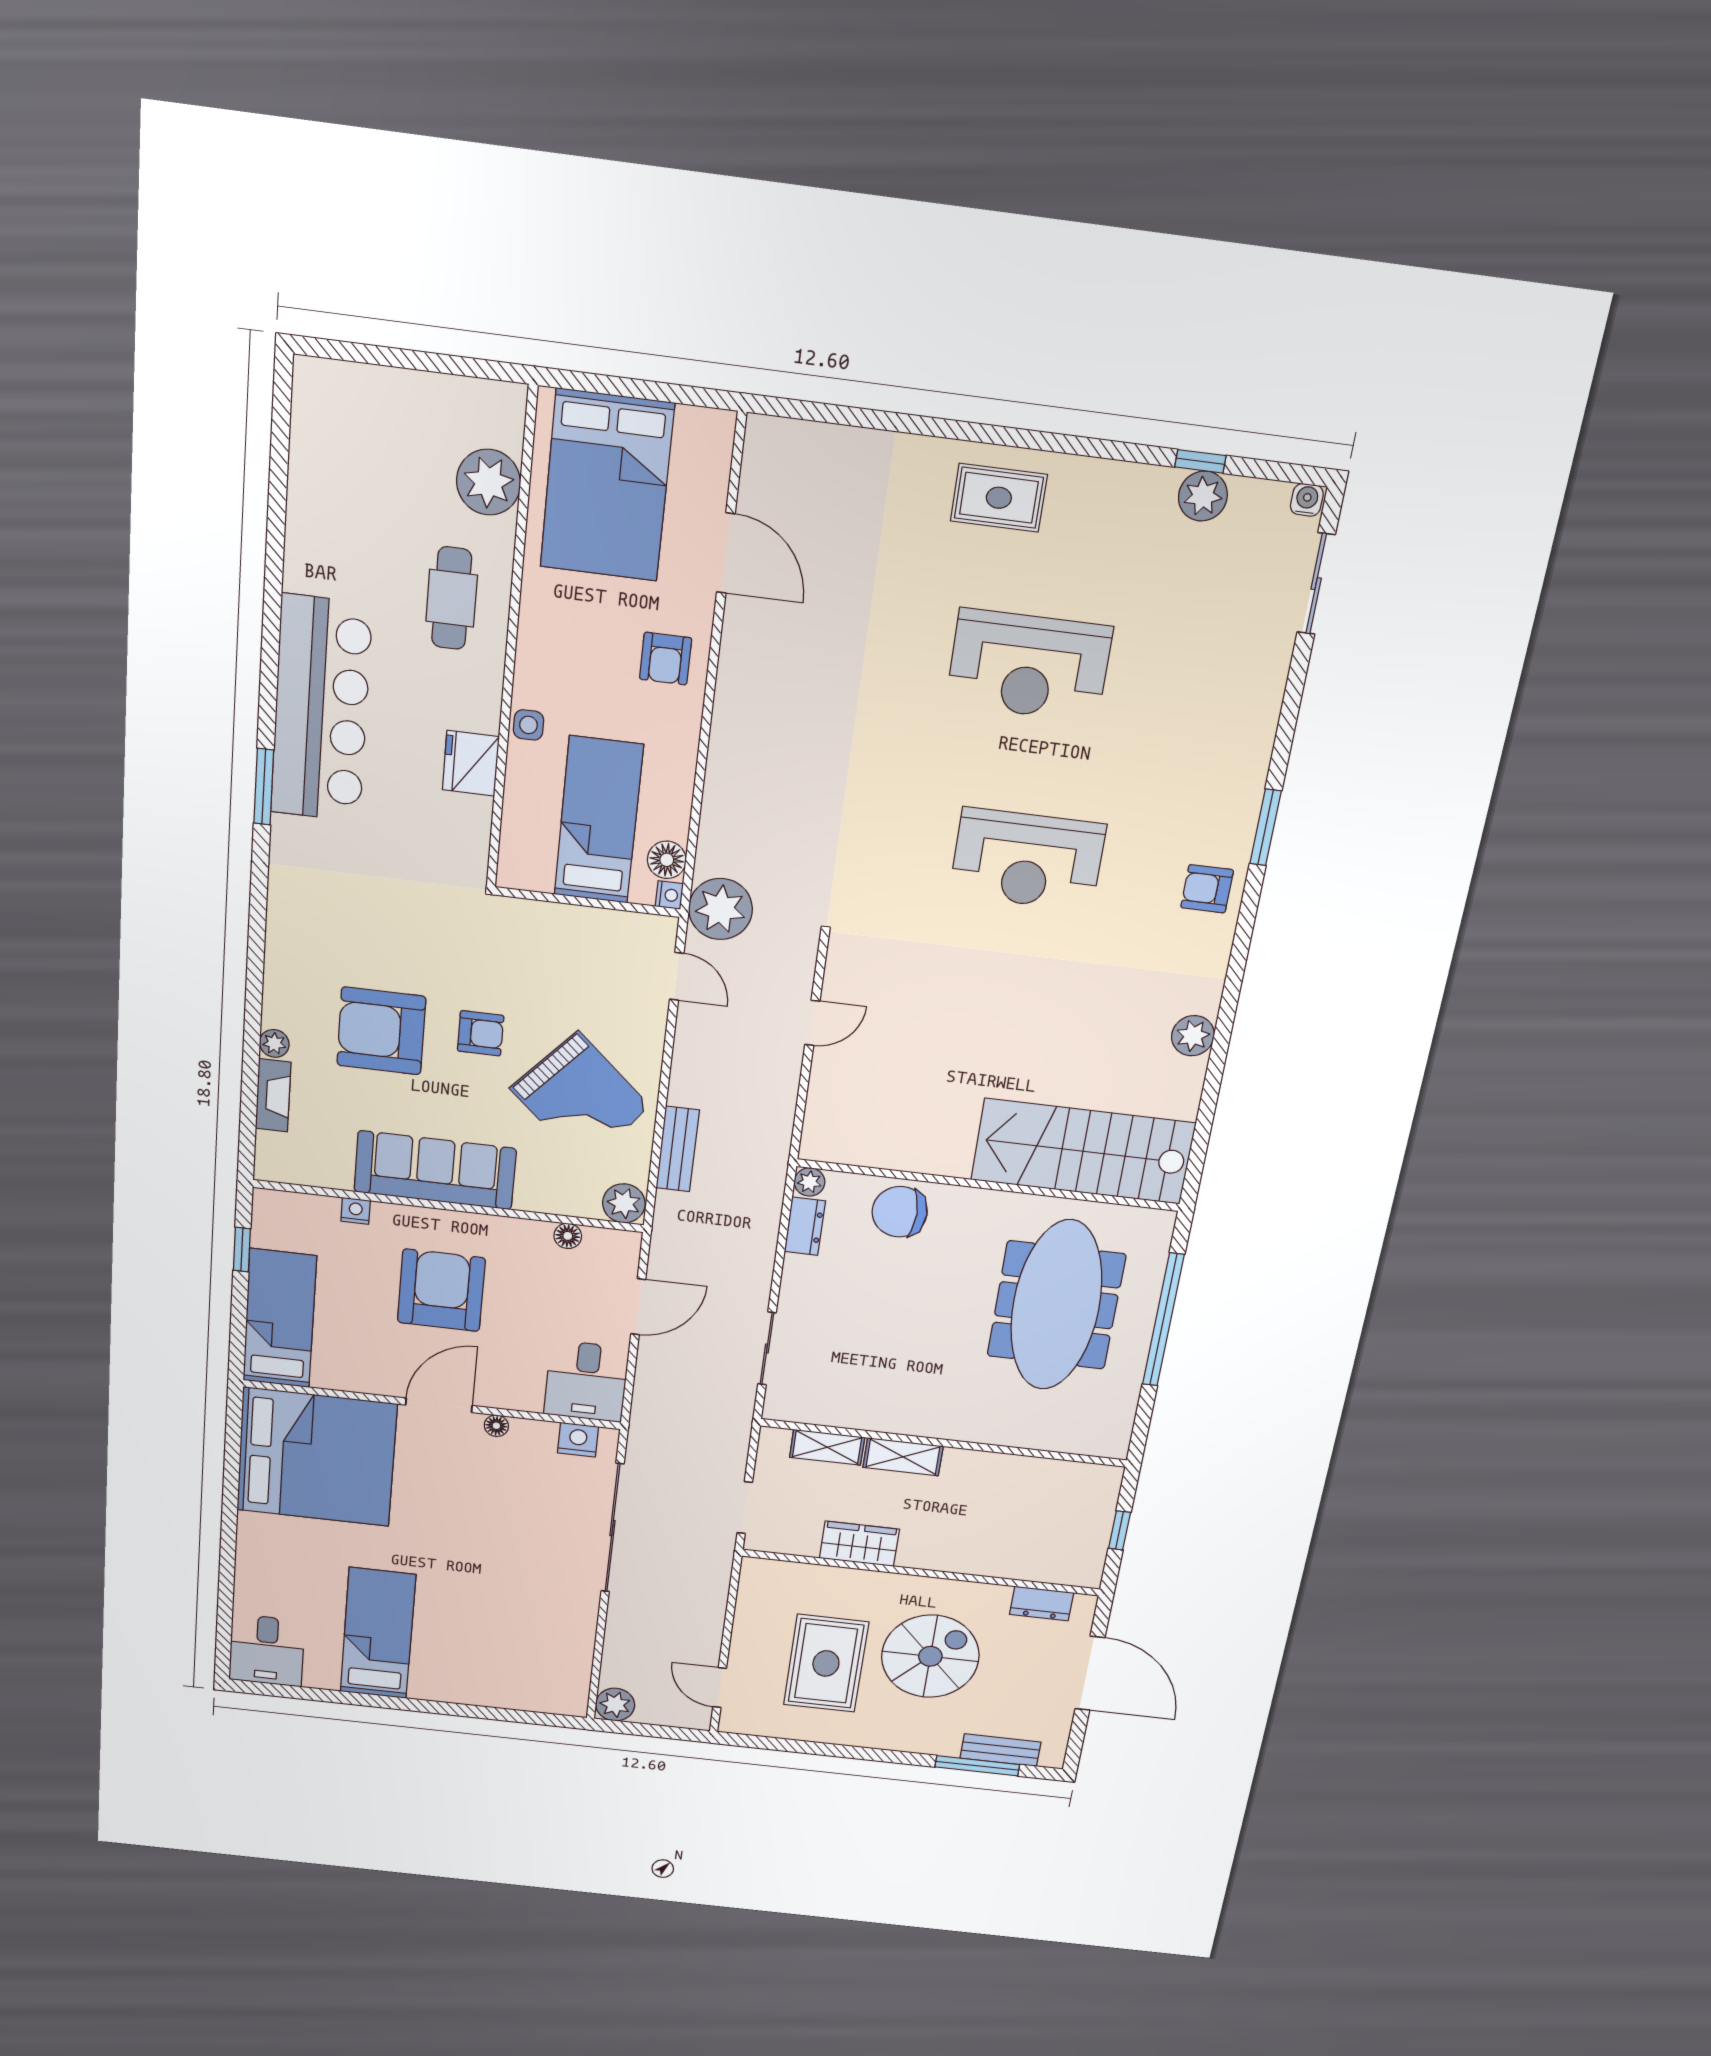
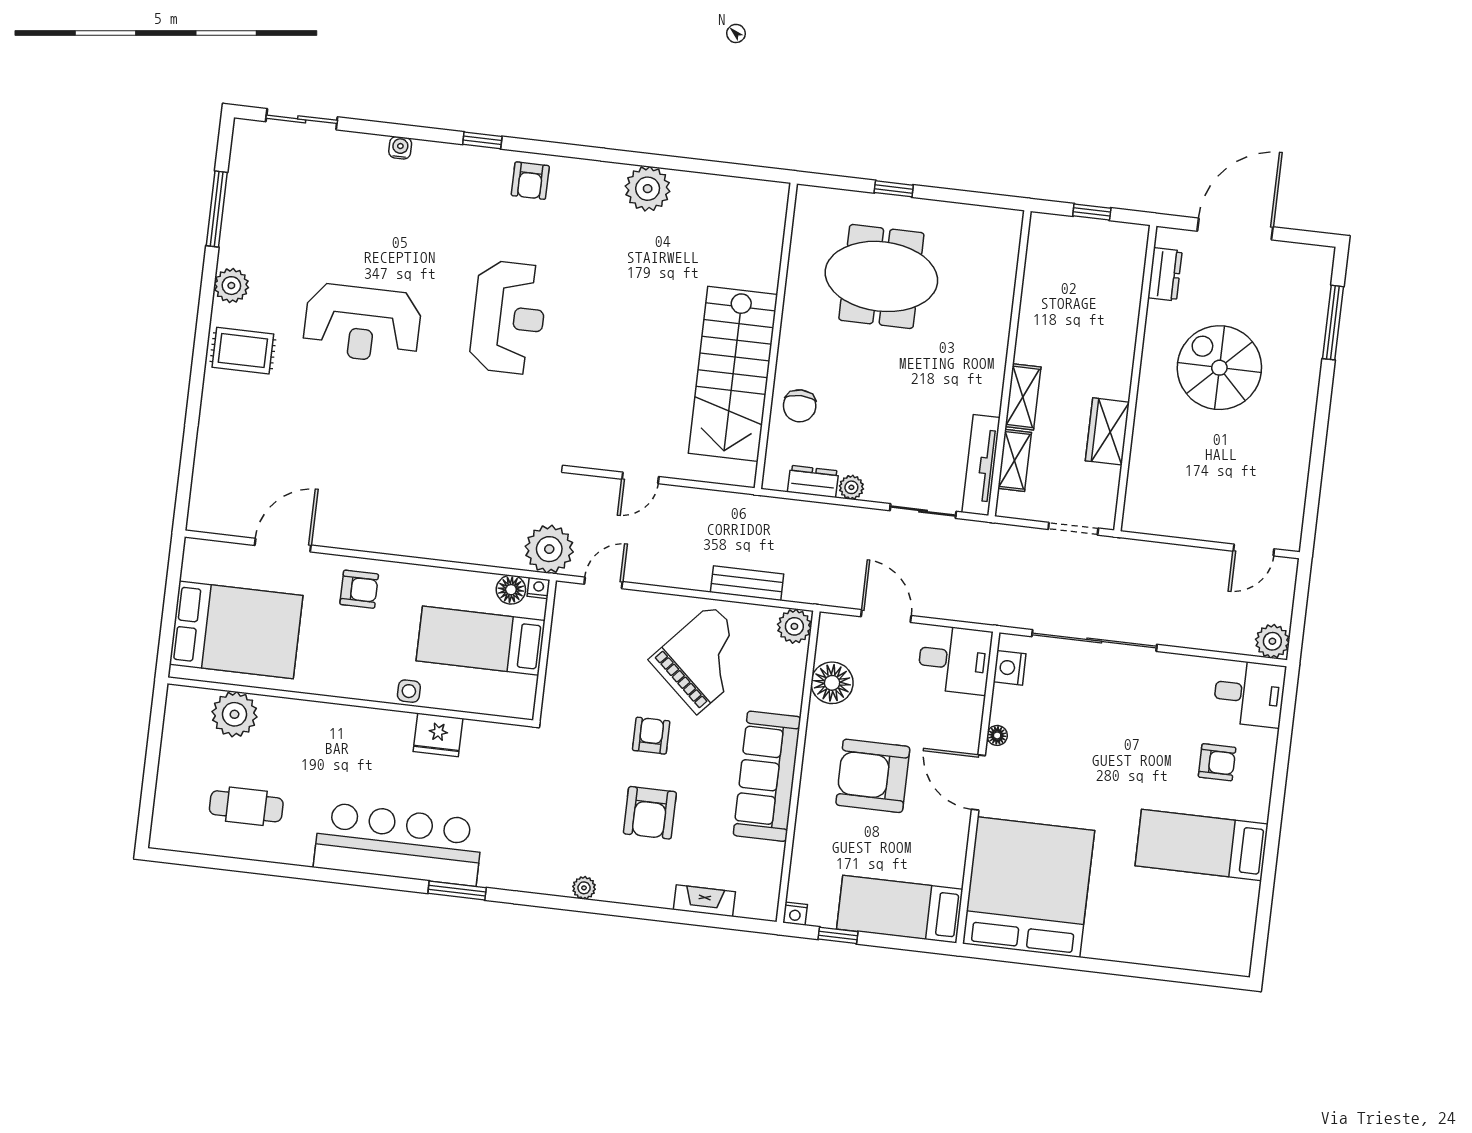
window: (1200, 461) -> (217, 209), width x2.17
plant: (1203, 496) -> (231, 286), moved
rug: (999, 498) -> (243, 351), turned 90
water cooler: (1307, 500) -> (400, 148), moved, turned 90
cafe table: (452, 598) -> (246, 806), moved
reception desk: (1029, 666) -> (362, 323), turned 90
window: (1266, 827) -> (482, 140), width x0.67
door: (812, 1023) -> (640, 478), swing flipped
armchair: (381, 1031) -> (650, 813), width x0.73, depth x0.73
plant: (1193, 1036) -> (648, 189), width x1.36, depth x1.36
plant: (274, 1043) -> (584, 888), moved
stairs: (1083, 1151) -> (733, 374), moved
plant: (809, 1182) -> (851, 487), moved
nightstand: (356, 1211) -> (795, 914), moved, turned -90
chair: (900, 1212) -> (800, 406), width x0.73, depth x0.73
floor lamp: (568, 1236) -> (832, 683), width x1.89, depth x1.89
meeting table: (1056, 1305) -> (881, 276), width x0.73
window: (1163, 1320) -> (894, 189), width x0.32
tv unit: (822, 1412) -> (981, 465), added
desk: (267, 1650) -> (1249, 693), moved
armchair: (474, 1650) -> (1217, 762), added
rug: (826, 1663) -> (1228, 458), removed
bench: (1000, 1750) -> (1316, 303), removed

